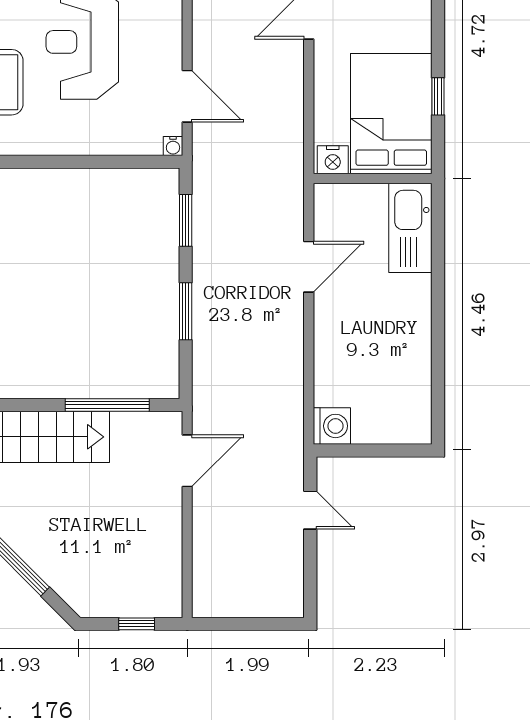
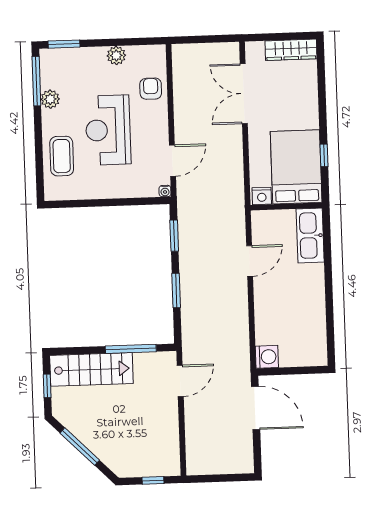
door: (187, 96) -> (173, 161), hinge flipped
door: (310, 510) -> (256, 408), width x1.88

